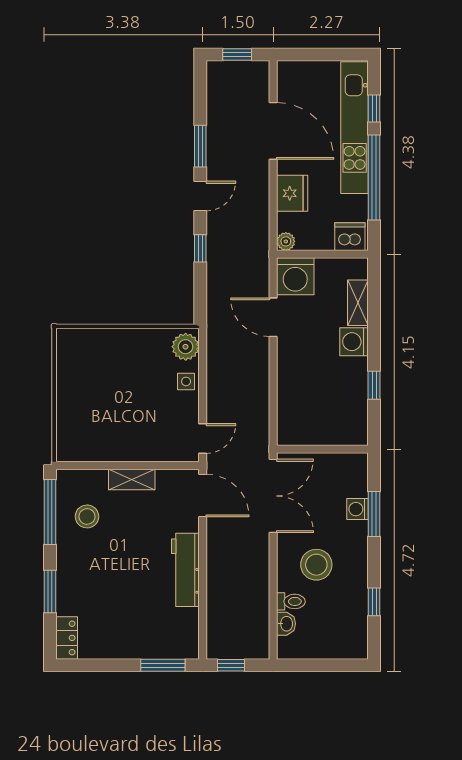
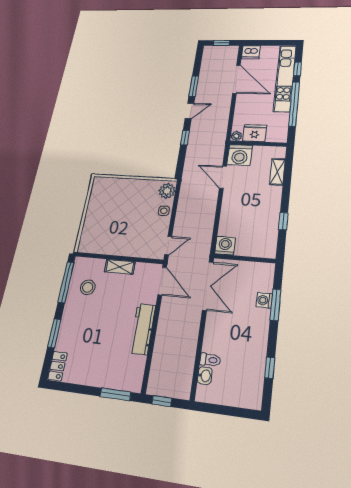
fridge: (292, 193) -> (255, 133), moved, turned -90
dishwasher: (350, 237) -> (251, 52), moved, turned 180
washing machine: (354, 342) -> (225, 246), moved, turned 90
stool: (316, 565) -> (231, 336), removed

